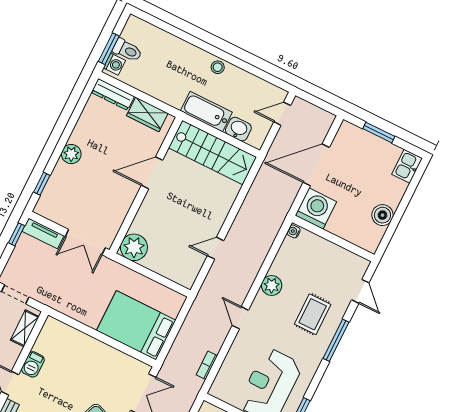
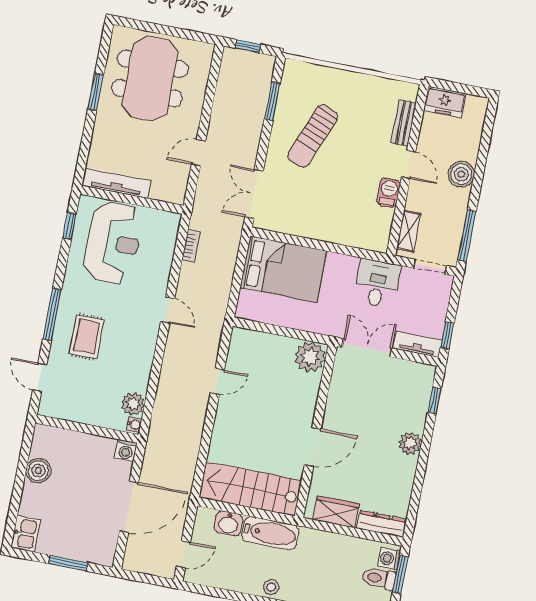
washing machine: (316, 209) -> (126, 451), width x0.53, depth x0.53
plant: (272, 285) -> (133, 404), moved
desk: (62, 293) -> (377, 283), added

